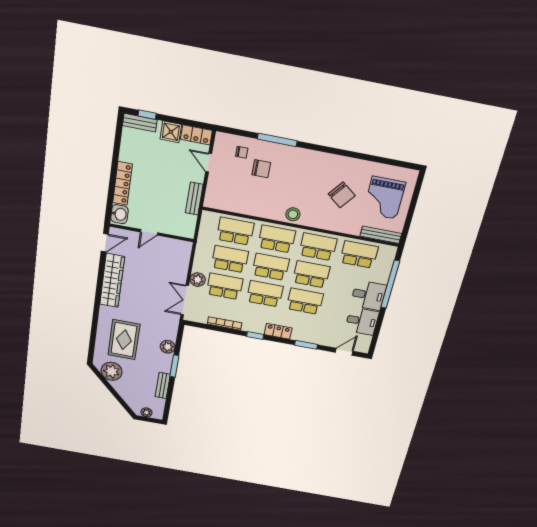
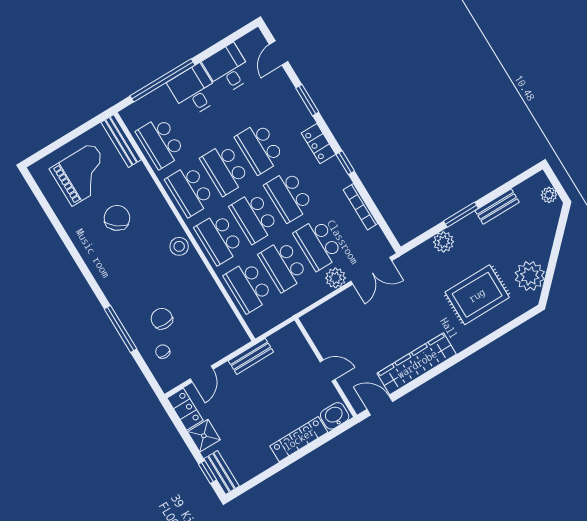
door: (344, 352) -> (279, 53), hinge flipped

